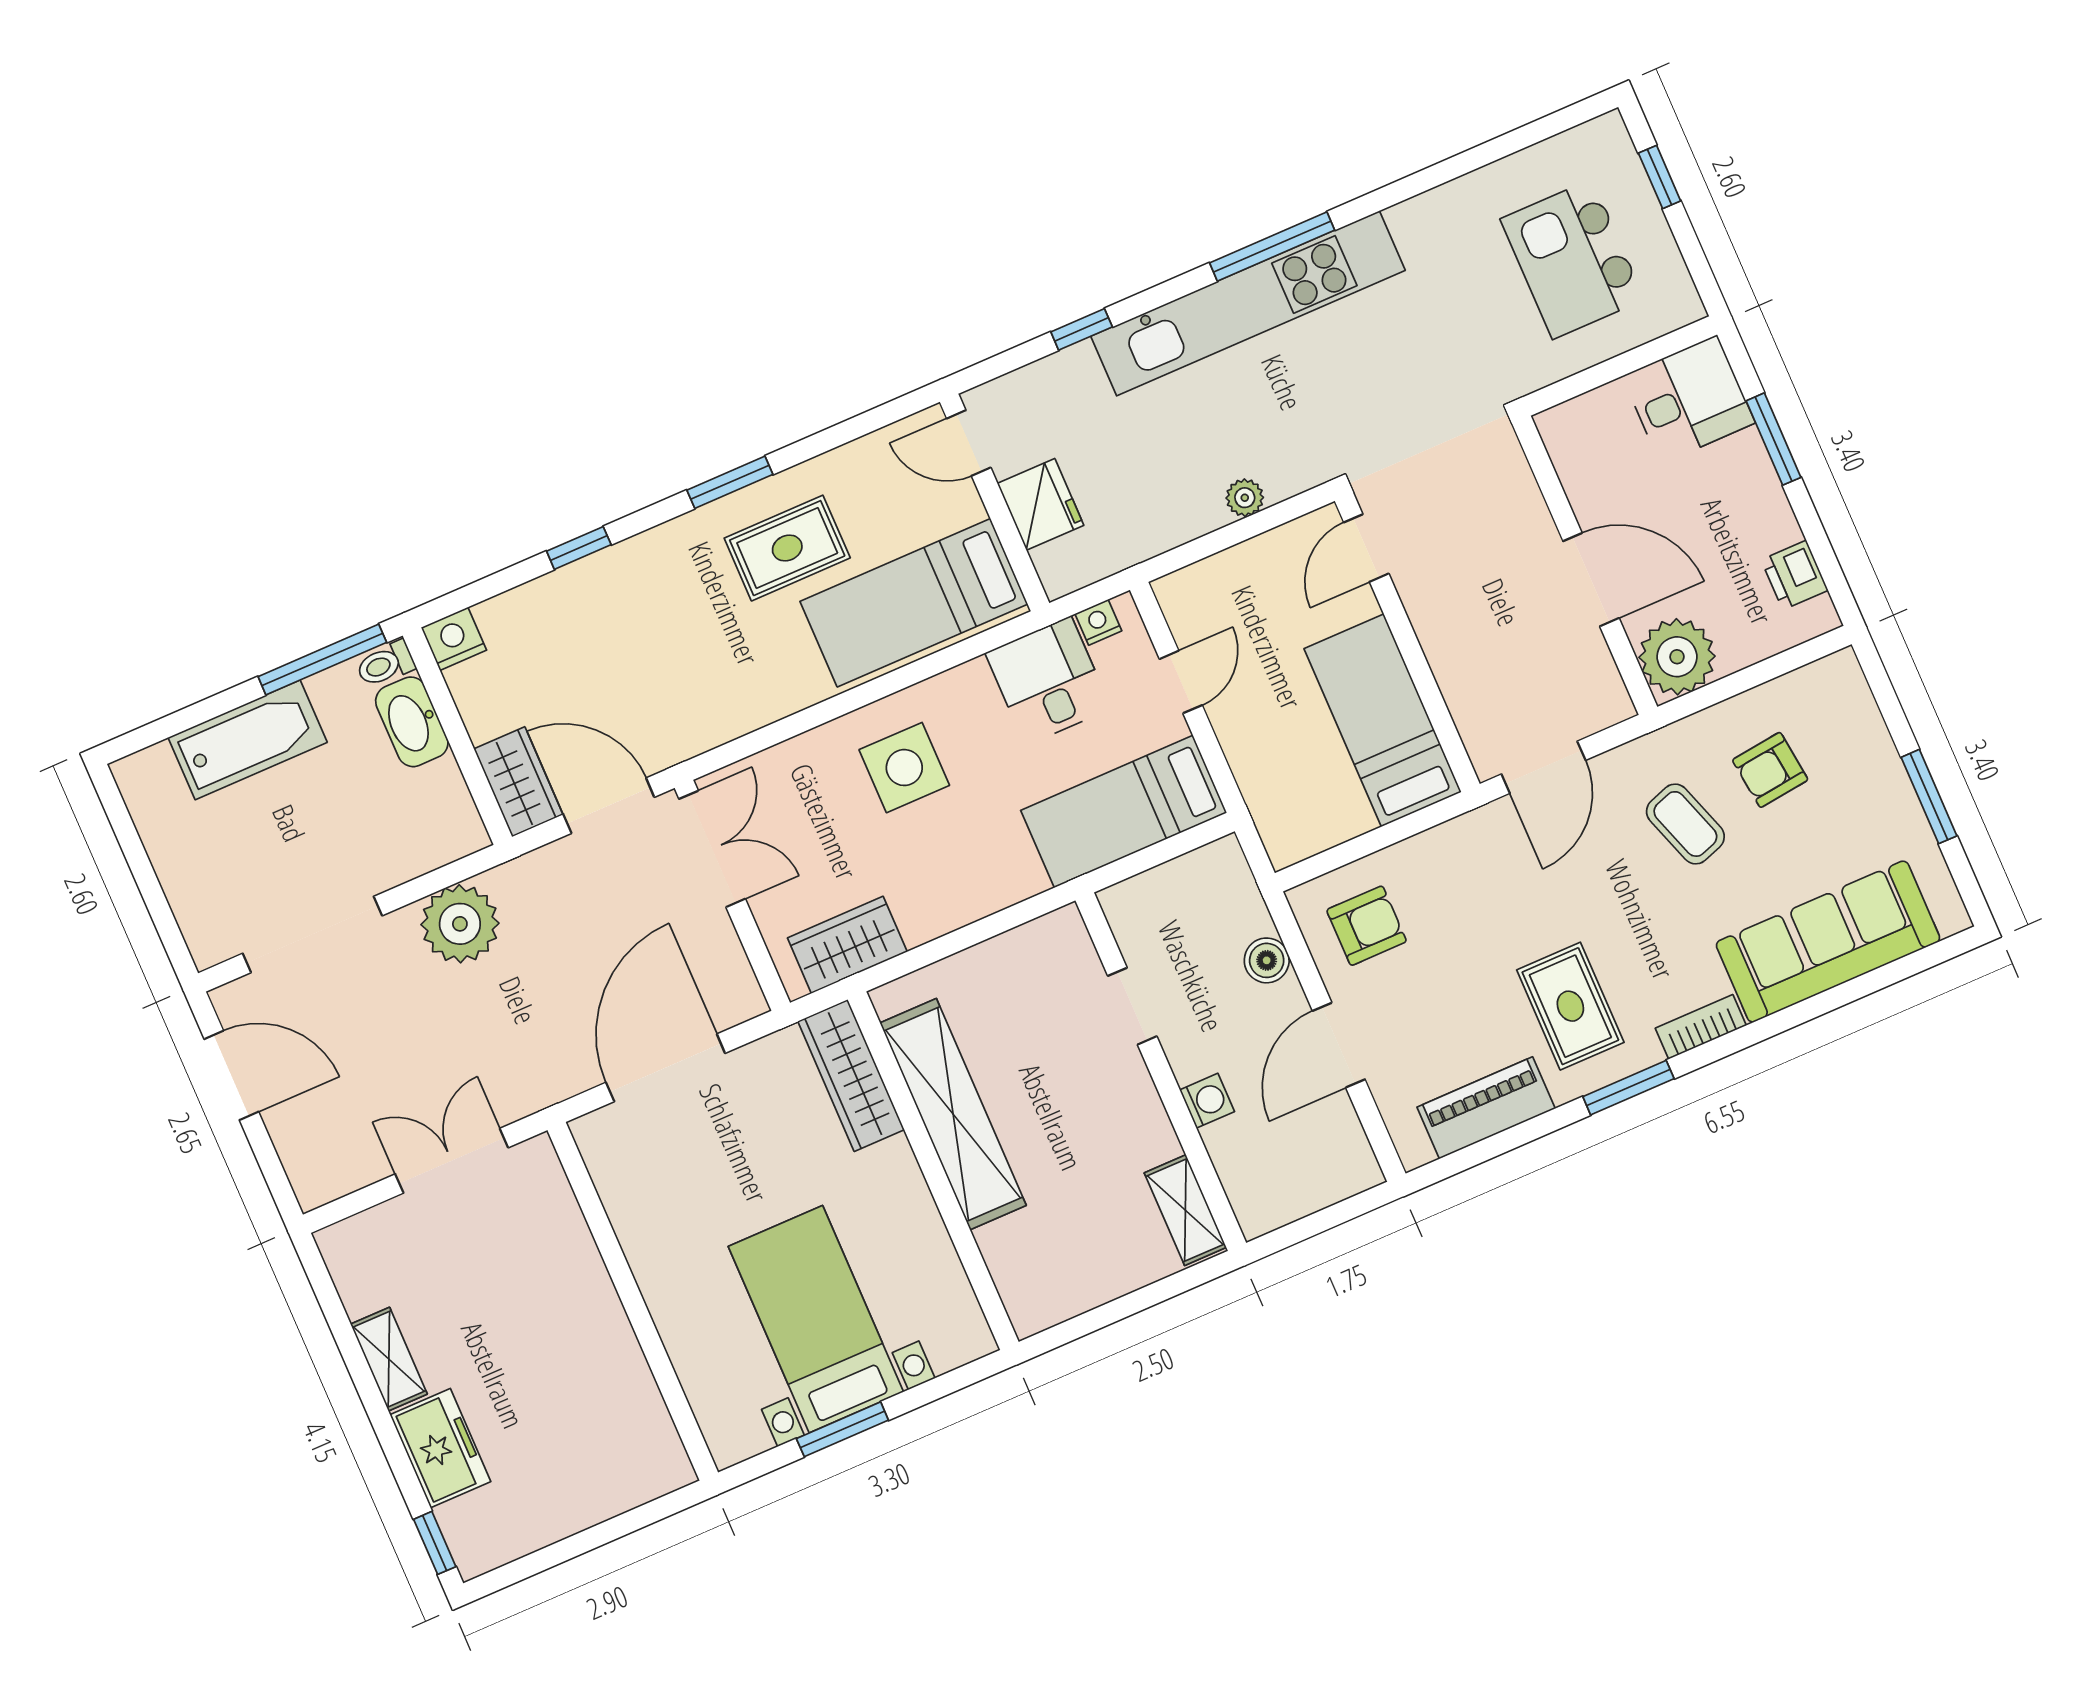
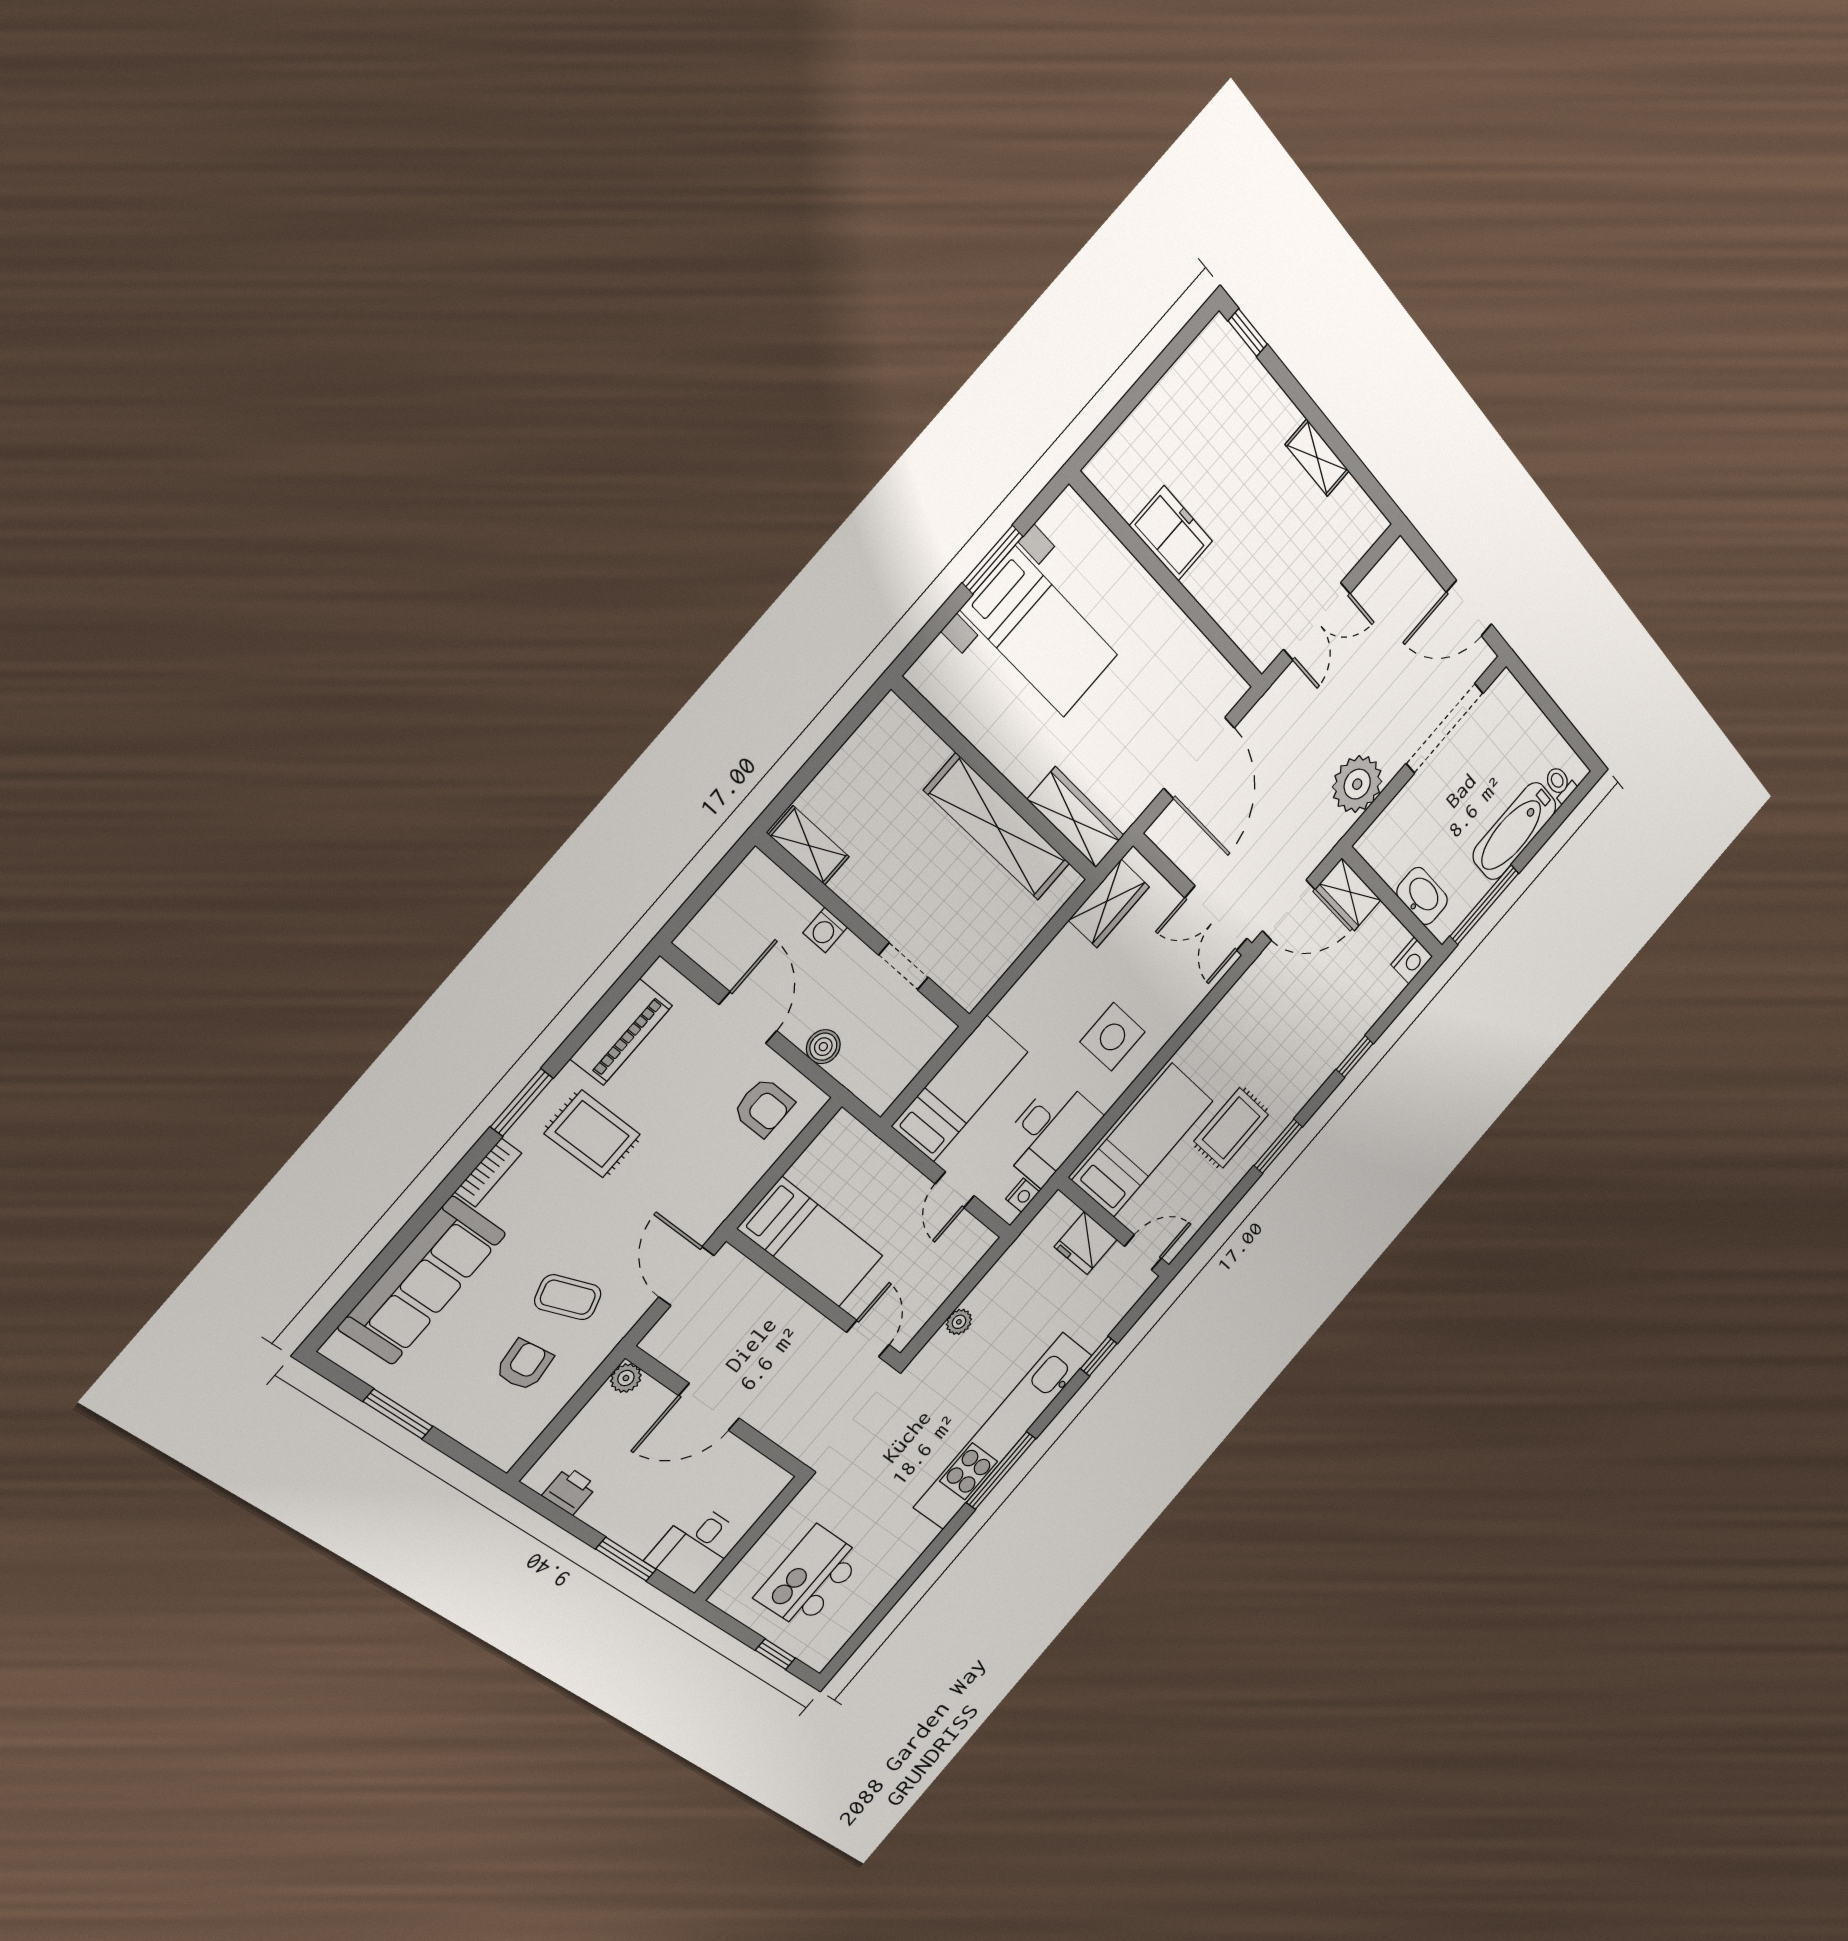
kitchen island: (1572, 259) -> (810, 1577), turned -90
plant: (1677, 657) -> (626, 1378), width x0.53, depth x0.53
toilet: (385, 664) -> (1560, 784), moved, turned -90
desk: (1048, 681) -> (1049, 1132), width x1.37
armchair: (1367, 926) -> (764, 1107), turned -90
freezer: (440, 1448) -> (1171, 533), moved, turned 180

